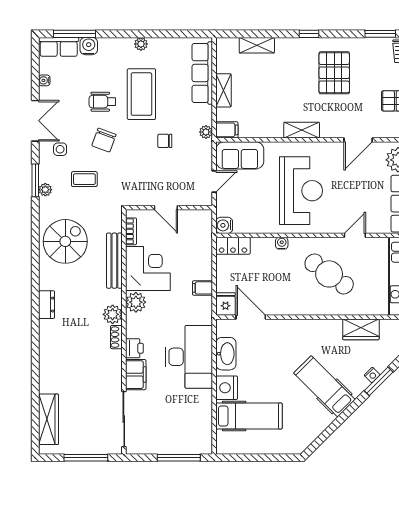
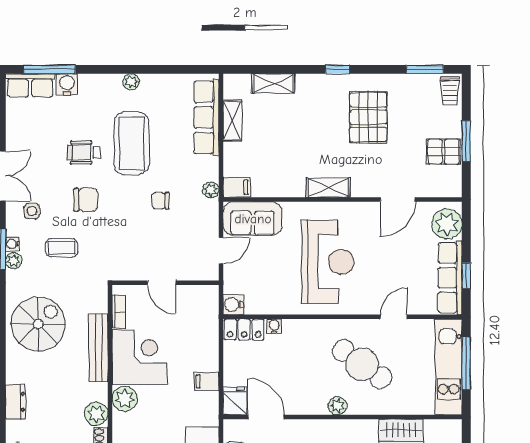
water cooler: (44, 80) -> (12, 244), moved
shelving: (223, 90) -> (232, 121), moved
chair: (104, 140) -> (86, 200), turned -110
water cooler: (282, 243) -> (274, 326), moved
plant: (309, 308) -> (337, 406), added

